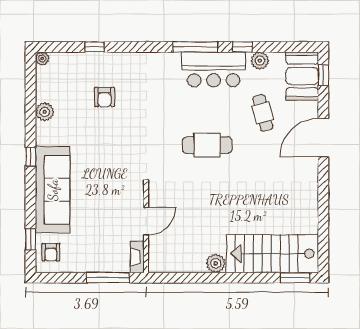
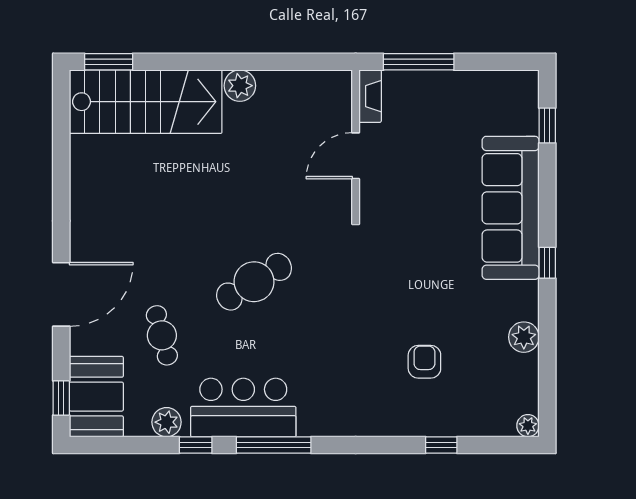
cafe table: (207, 145) -> (254, 282), turned -31
armchair: (51, 252) -> (514, 104), removed

